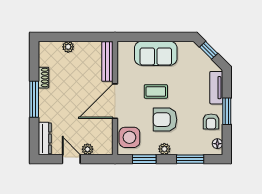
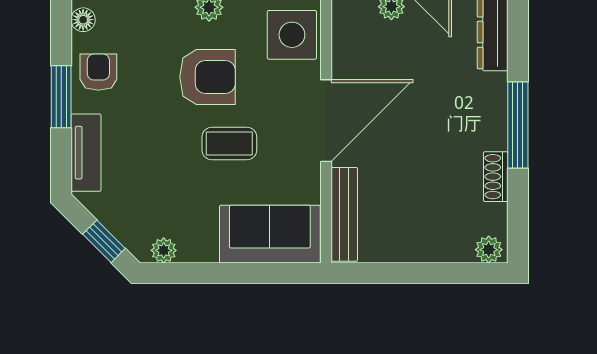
plant: (183, 46) -> (164, 250), added
plant: (68, 47) -> (489, 250), moved
sofa: (156, 53) -> (270, 234), moved

